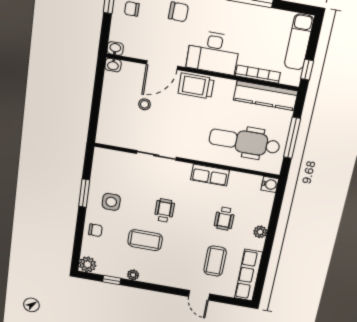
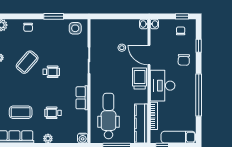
side table: (111, 202) -> (75, 28), moved
coffee table: (145, 240) -> (27, 62), turned 41

